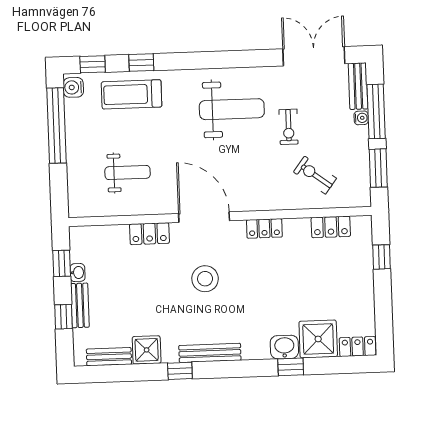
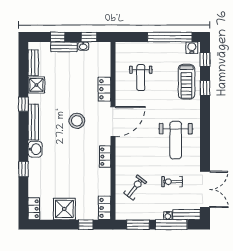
treadmill: (132, 94) -> (186, 82), turned 180
exercise bike: (289, 127) -> (172, 182), moved
locker: (331, 227) -> (105, 208), moved
shower: (318, 339) -> (64, 209), moved
washbasin: (284, 347) -> (35, 149), moved

